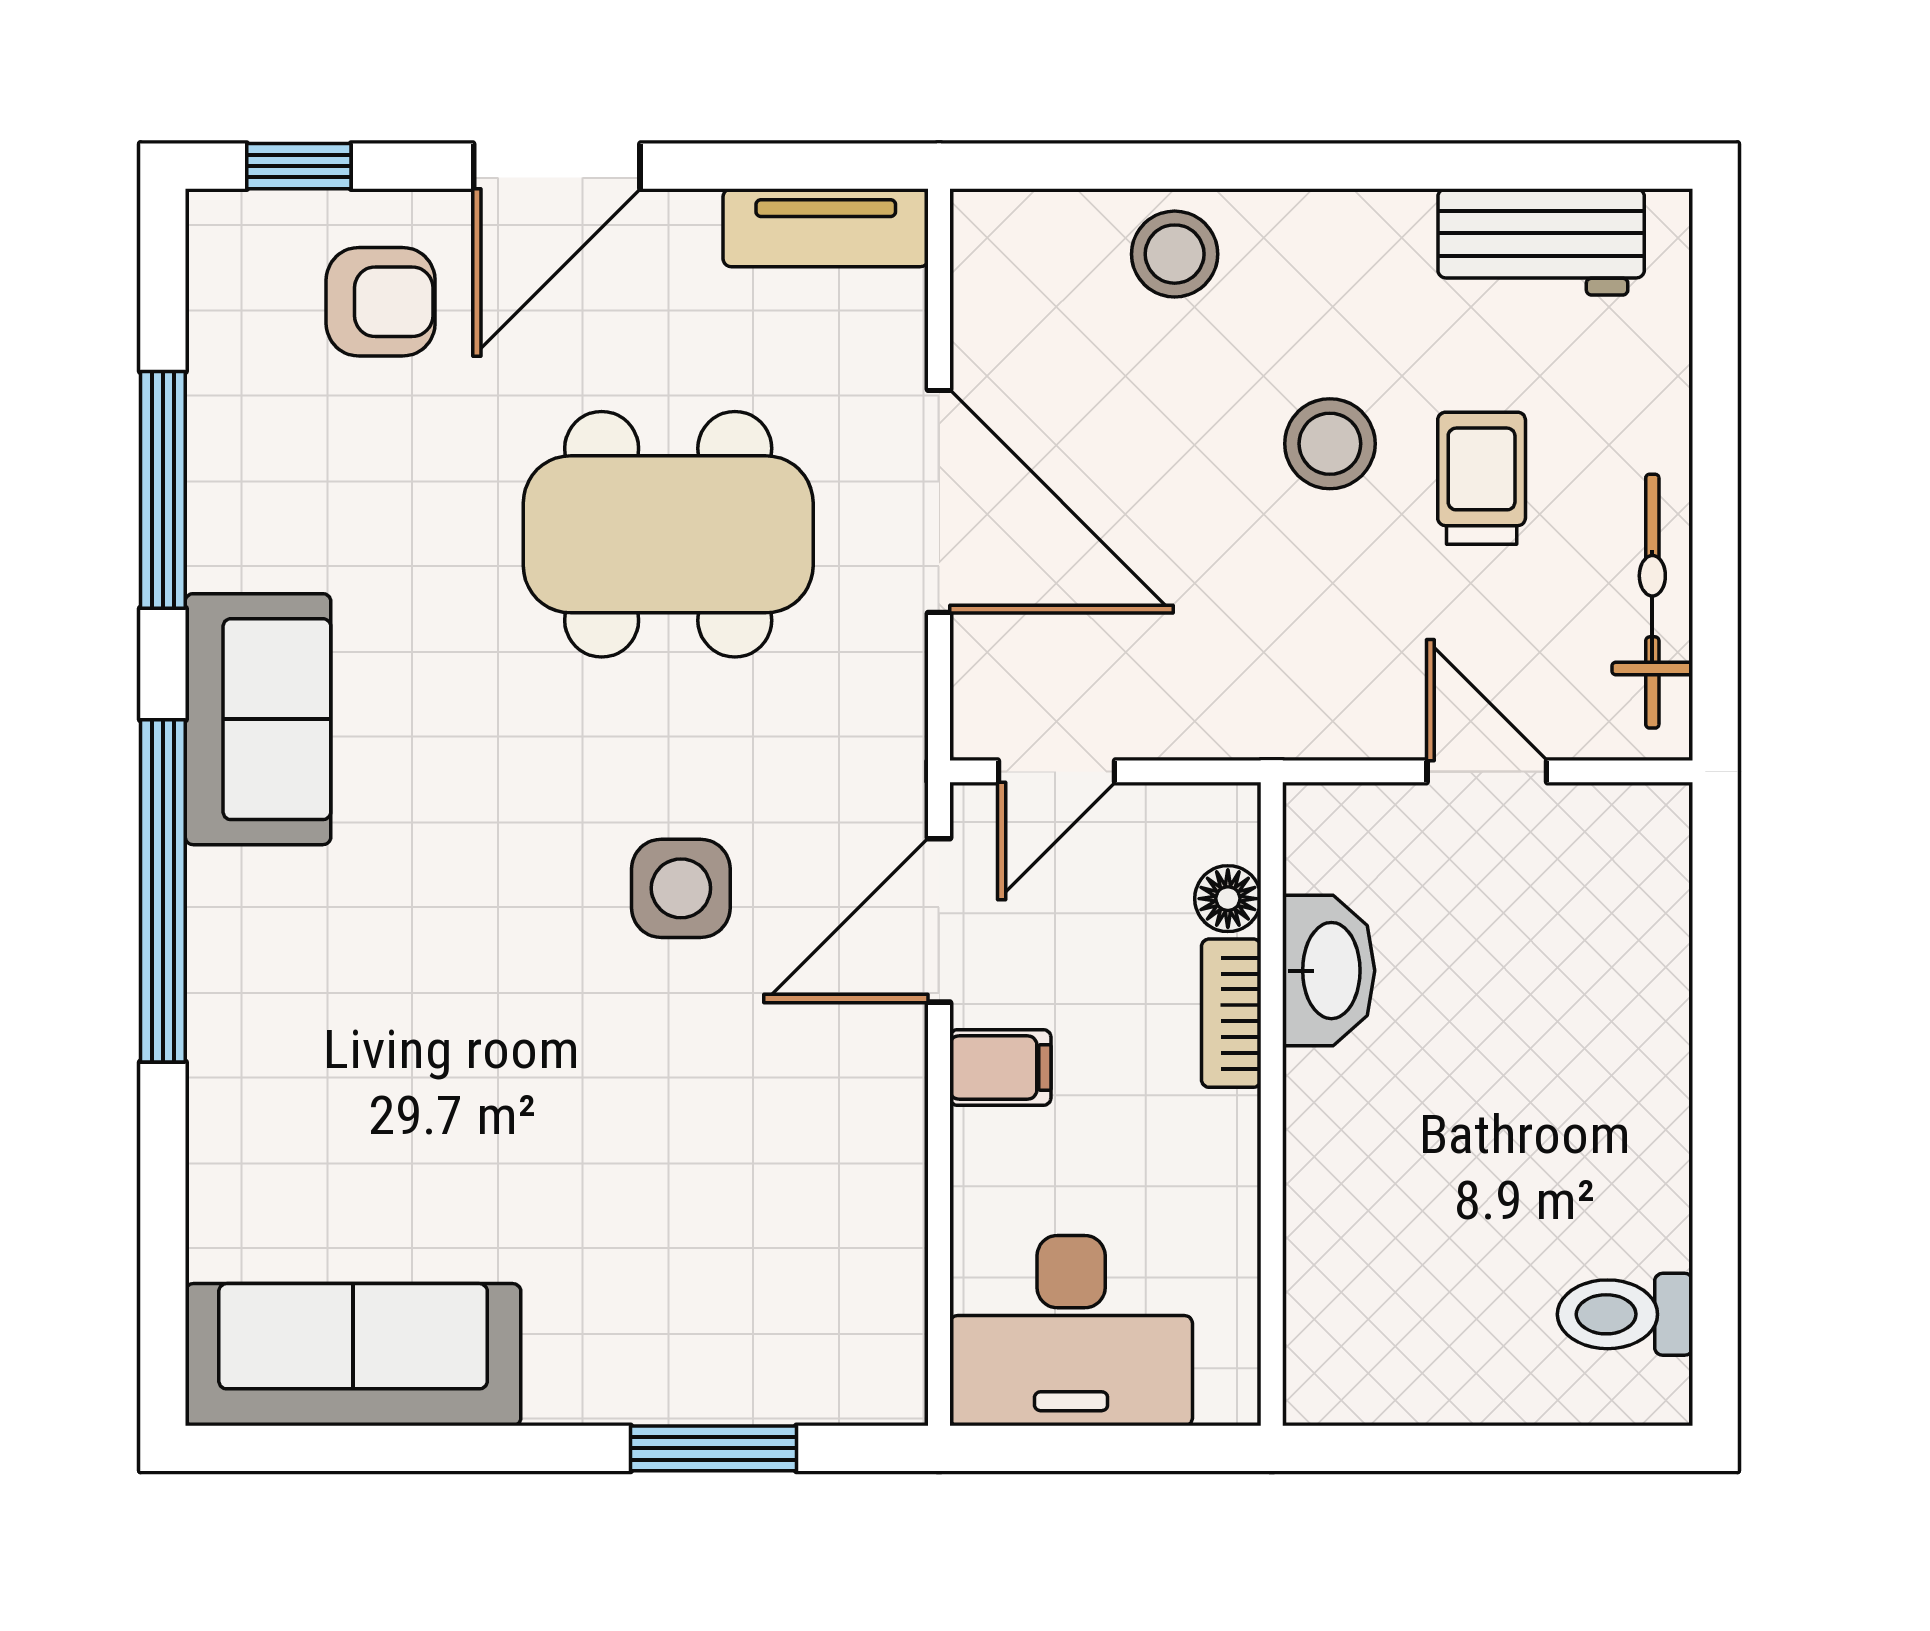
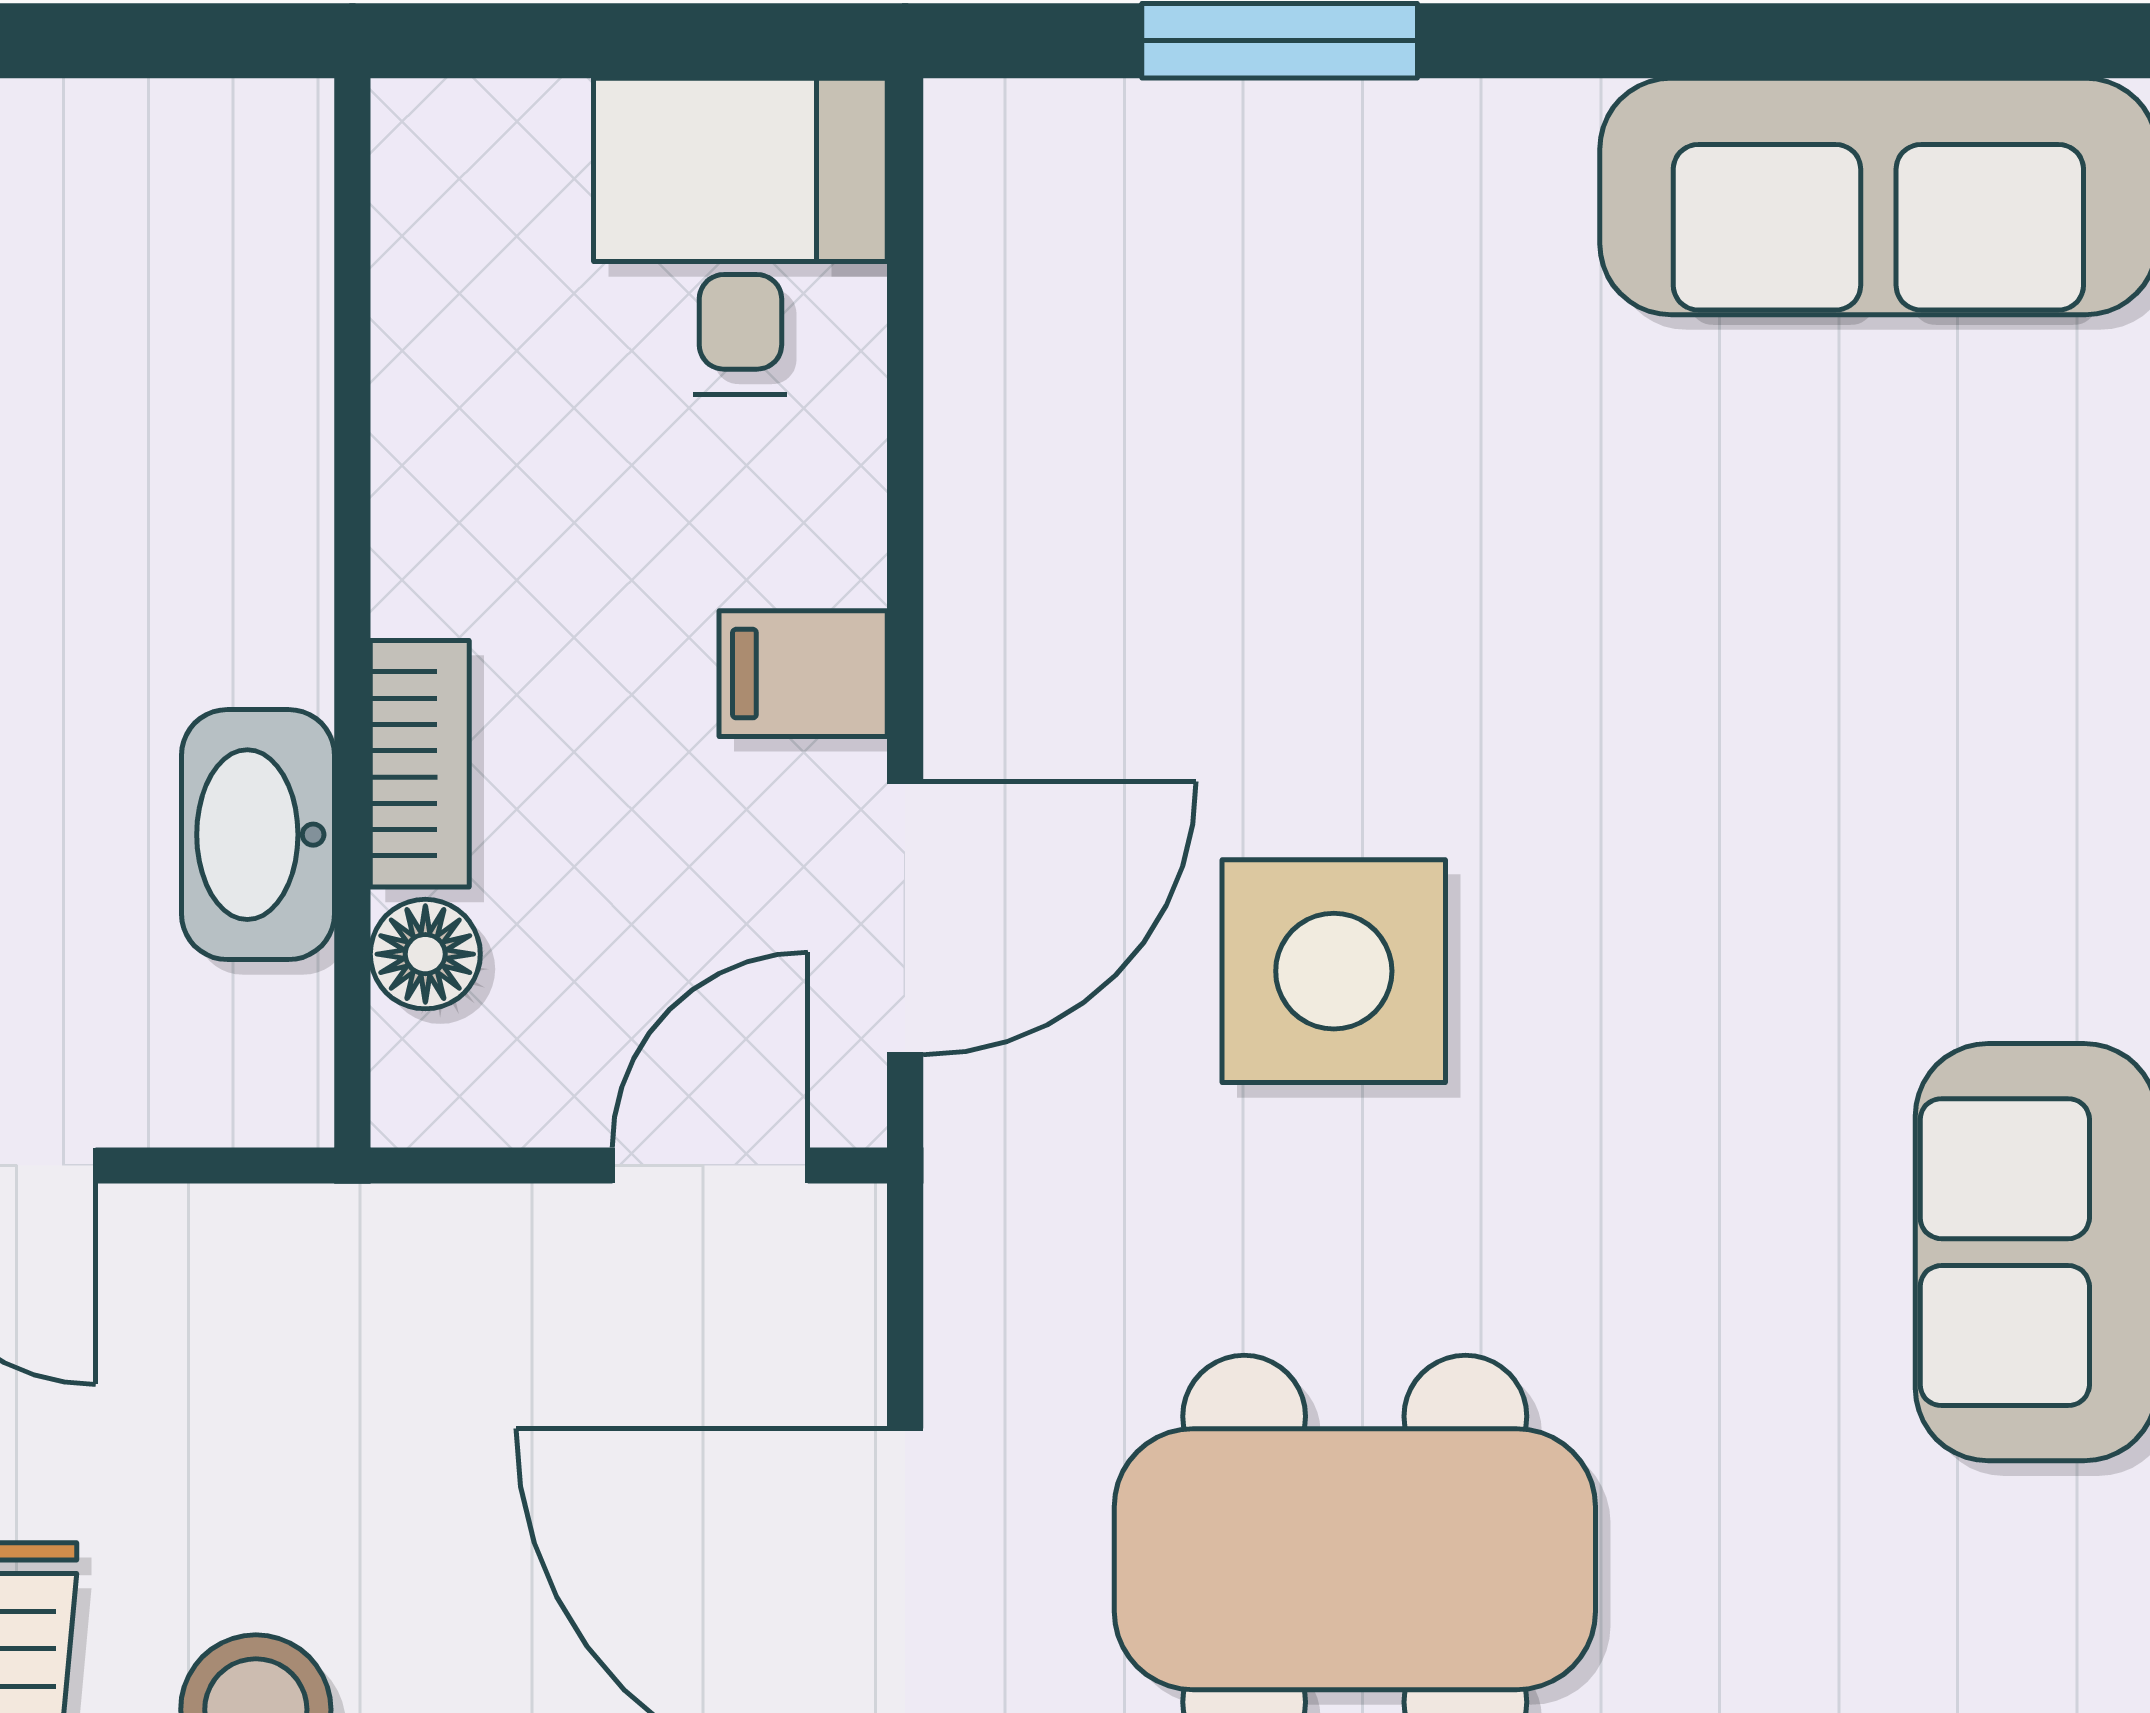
side table: (681, 888) -> (1334, 971), width x1.37, depth x1.37
desk: (1071, 1331) -> (740, 236), width x0.73

